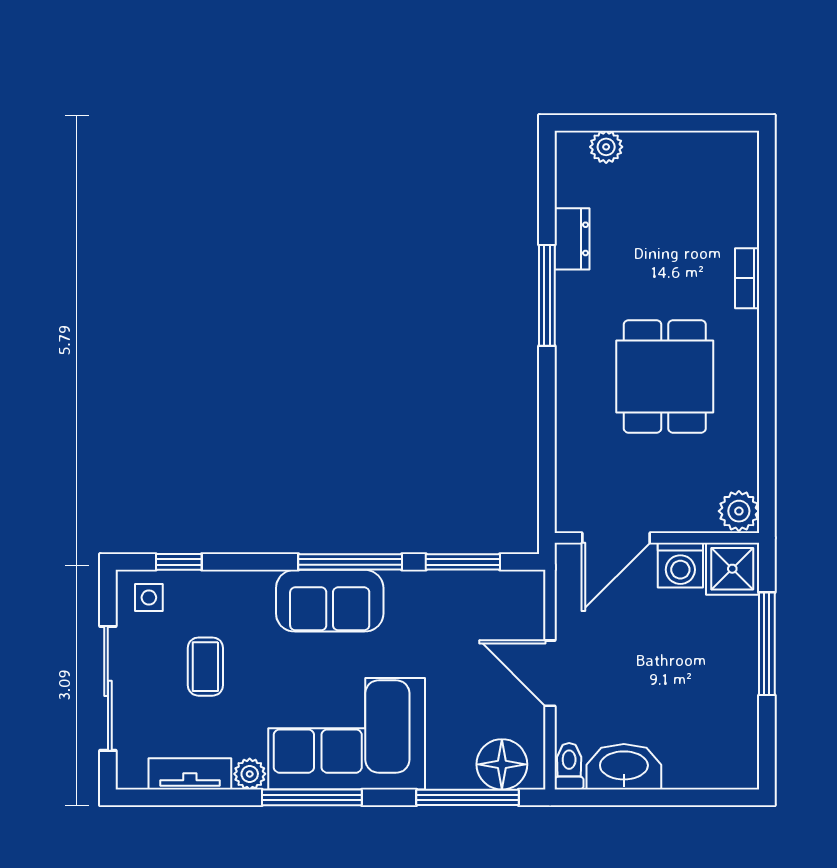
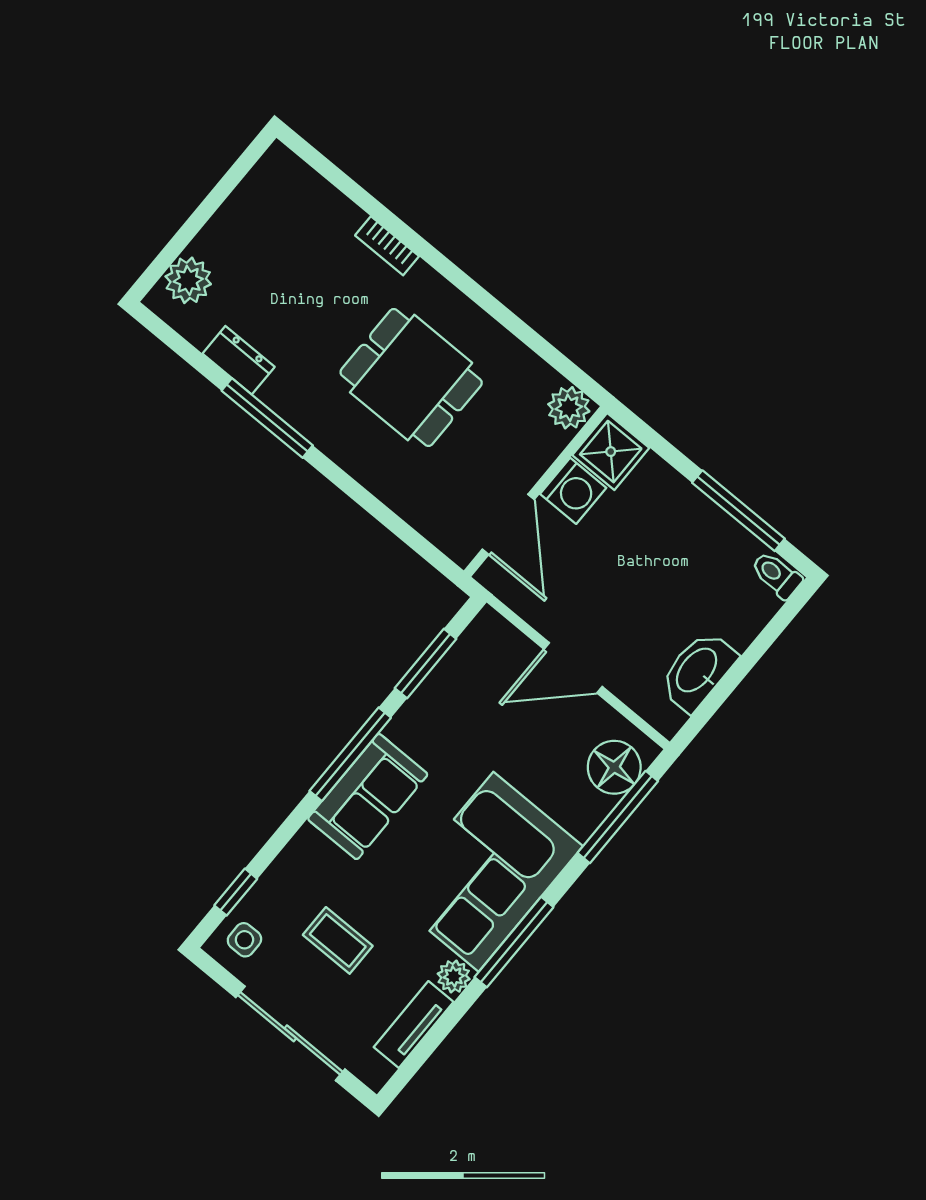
plant: (606, 147) -> (188, 280), width x1.38, depth x1.38
window: (767, 644) -> (738, 511), moved
toilet: (569, 766) -> (776, 575), moved

